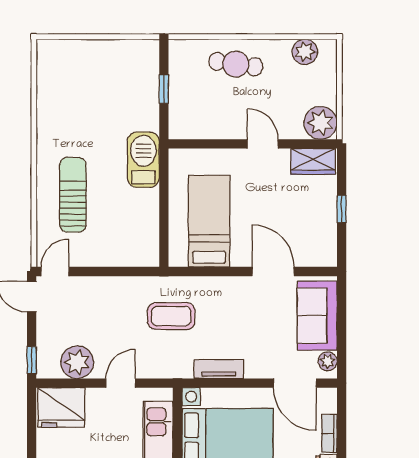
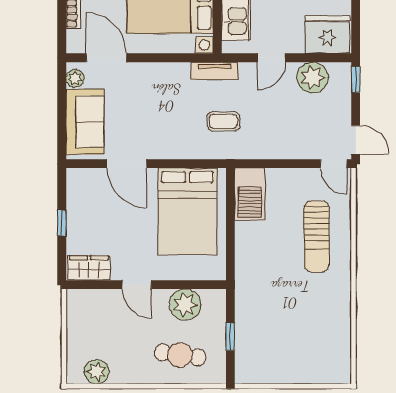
cafe table: (236, 64) -> (180, 355), moved
plant: (321, 123) -> (185, 305), moved
barbecue: (143, 160) -> (250, 194), moved
bed: (209, 221) -> (187, 211), width x1.50
door: (55, 271) -> (334, 164), hinge flipped
coffee table: (171, 316) -> (223, 121), width x0.73, depth x0.77
tv unit: (219, 369) -> (215, 71), moved

